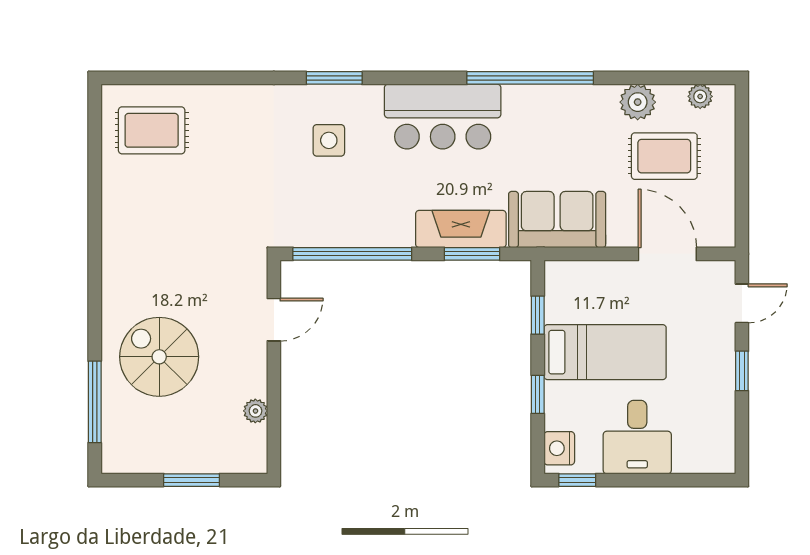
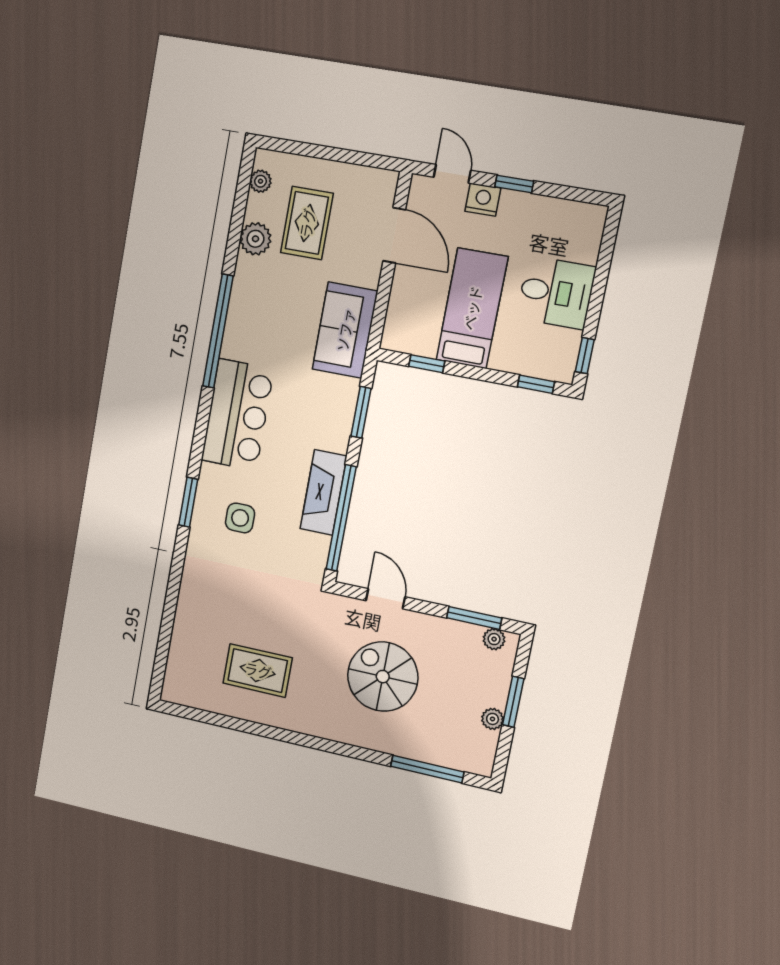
rug: (152, 130) -> (258, 670), moved, turned 90
fireplace: (461, 229) -> (324, 492), moved
door: (667, 254) -> (394, 235), swing flipped
spiral stairs: (159, 357) -> (383, 677), moved, turned 90
window: (538, 394) -> (536, 384), moved
plant: (255, 411) -> (494, 639), moved
window: (274, 420) -> (474, 618), added
nightstand: (559, 448) -> (483, 200), moved, turned 180
plant: (167, 462) -> (493, 719), added

